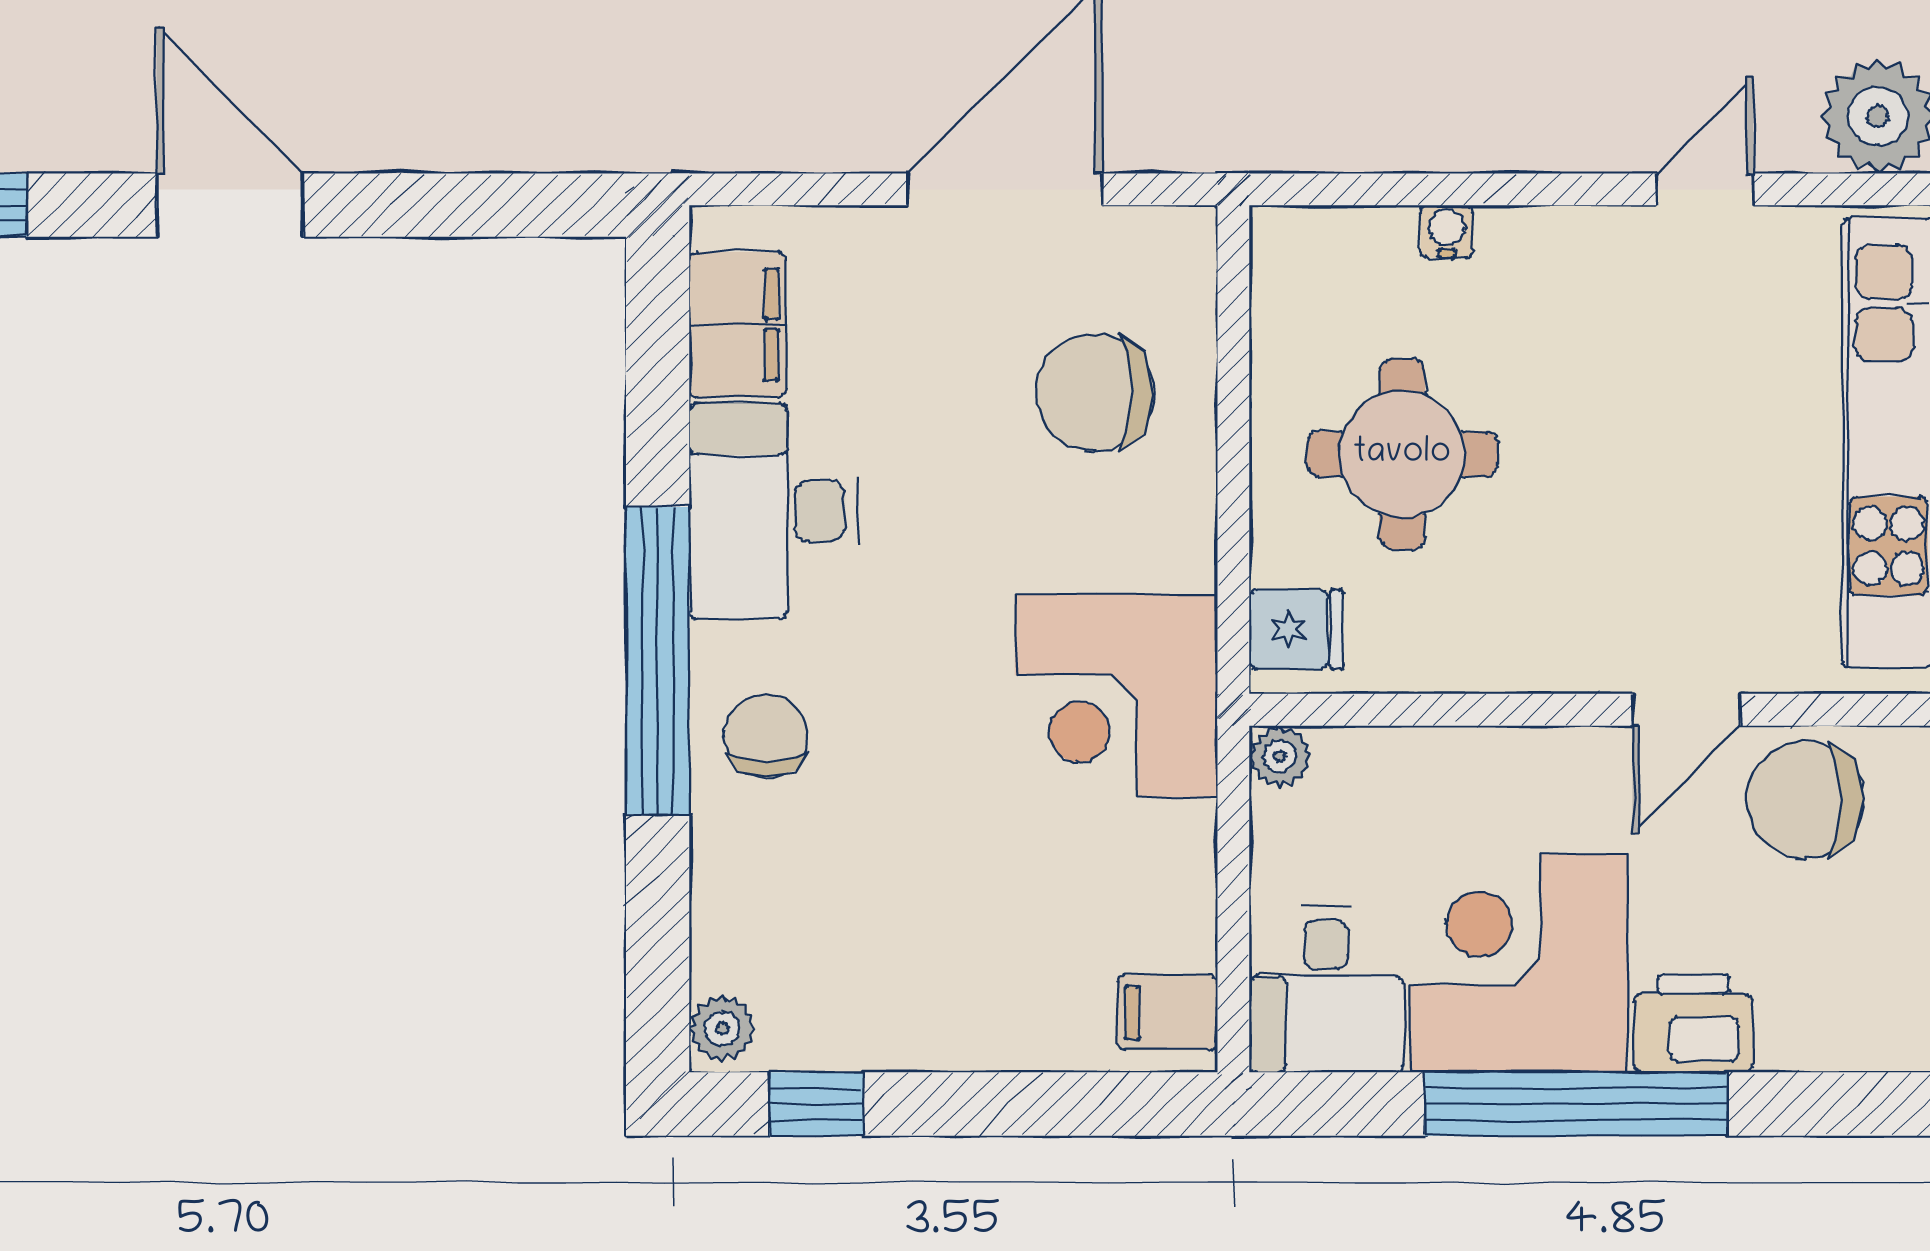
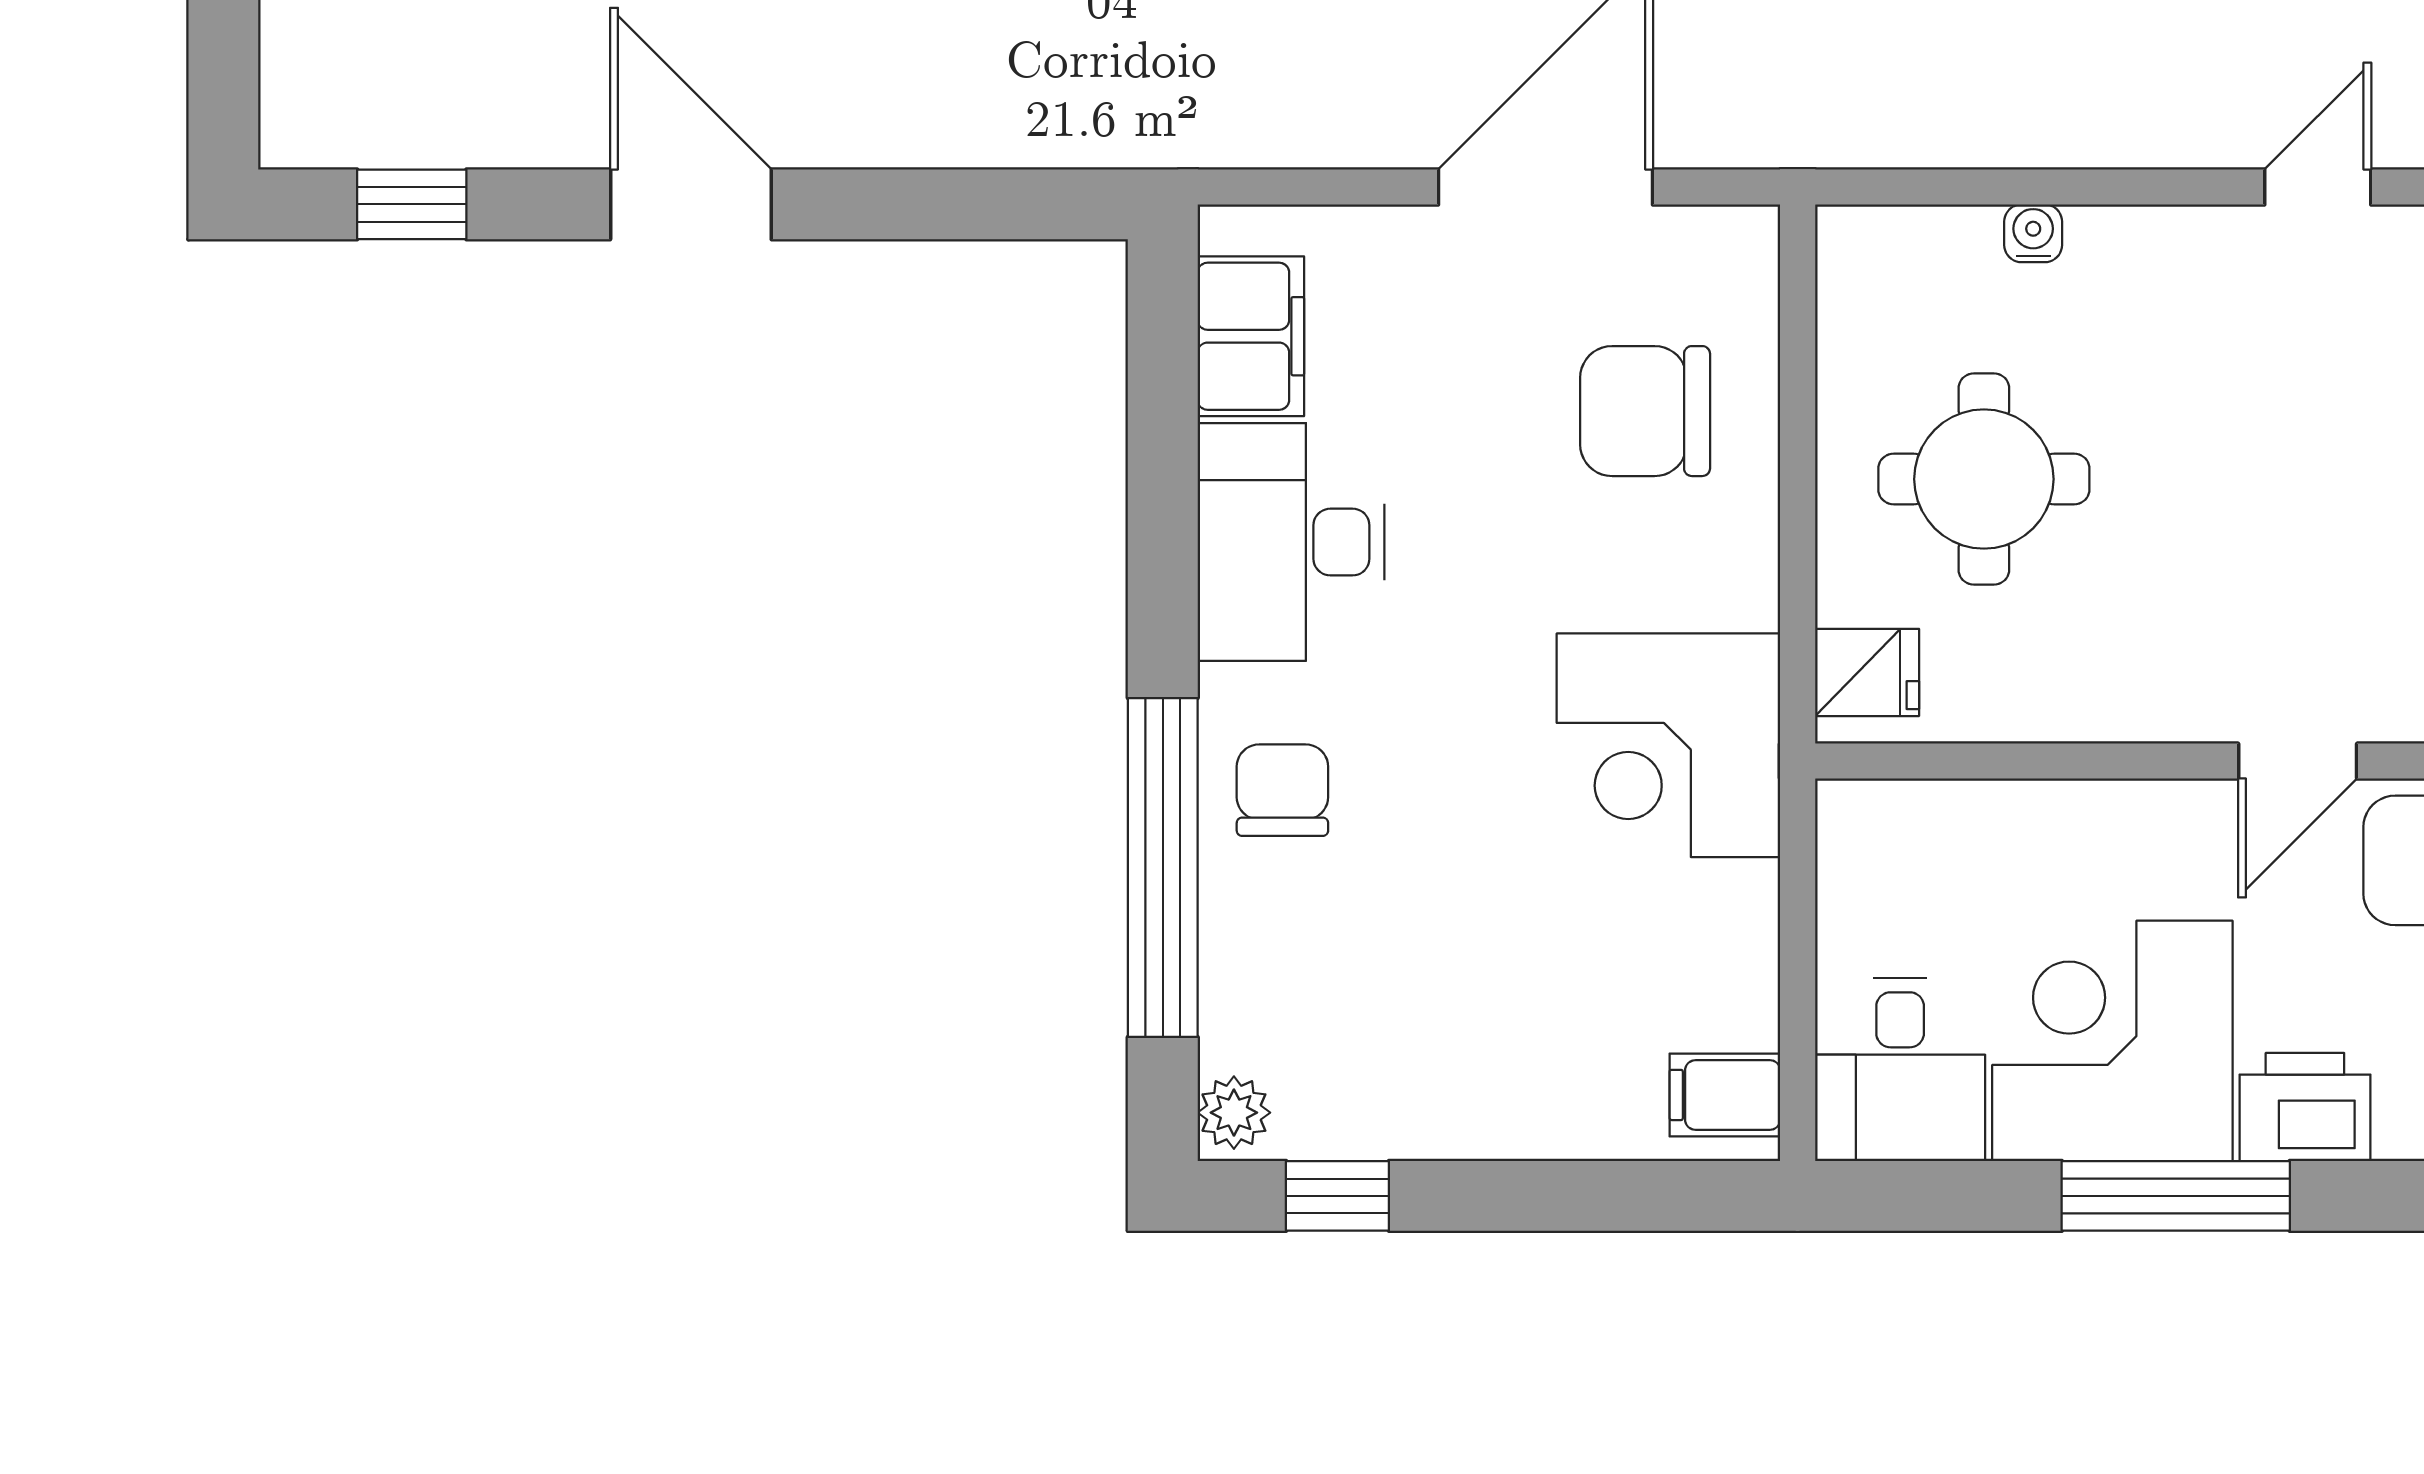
window: (658, 661) -> (1163, 867), moved
plant: (1280, 756) -> (1849, 812), removed
window: (1576, 1104) -> (2176, 1196), width x0.68

